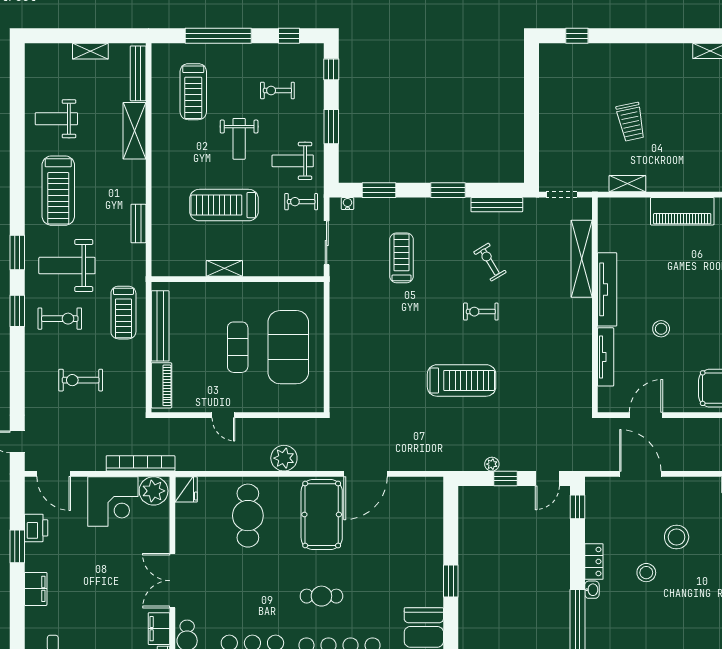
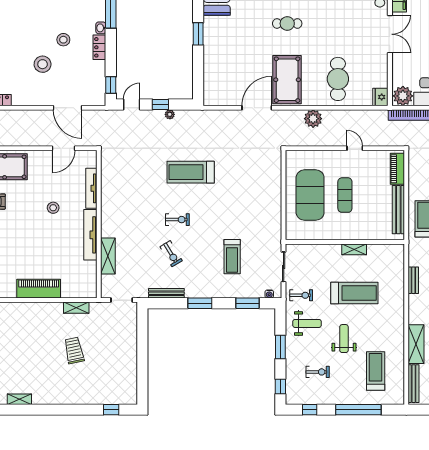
shelving: (582, 259) -> (108, 256), width x0.68

